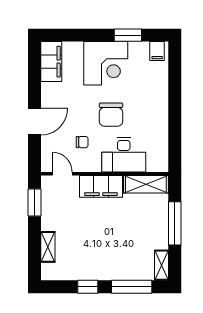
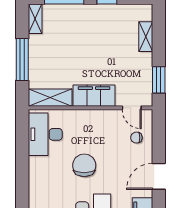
door: (35, 122) -> (159, 176), moved
chair: (82, 142) -> (136, 138), moved
desk: (124, 155) -> (45, 134), moved, turned -90

